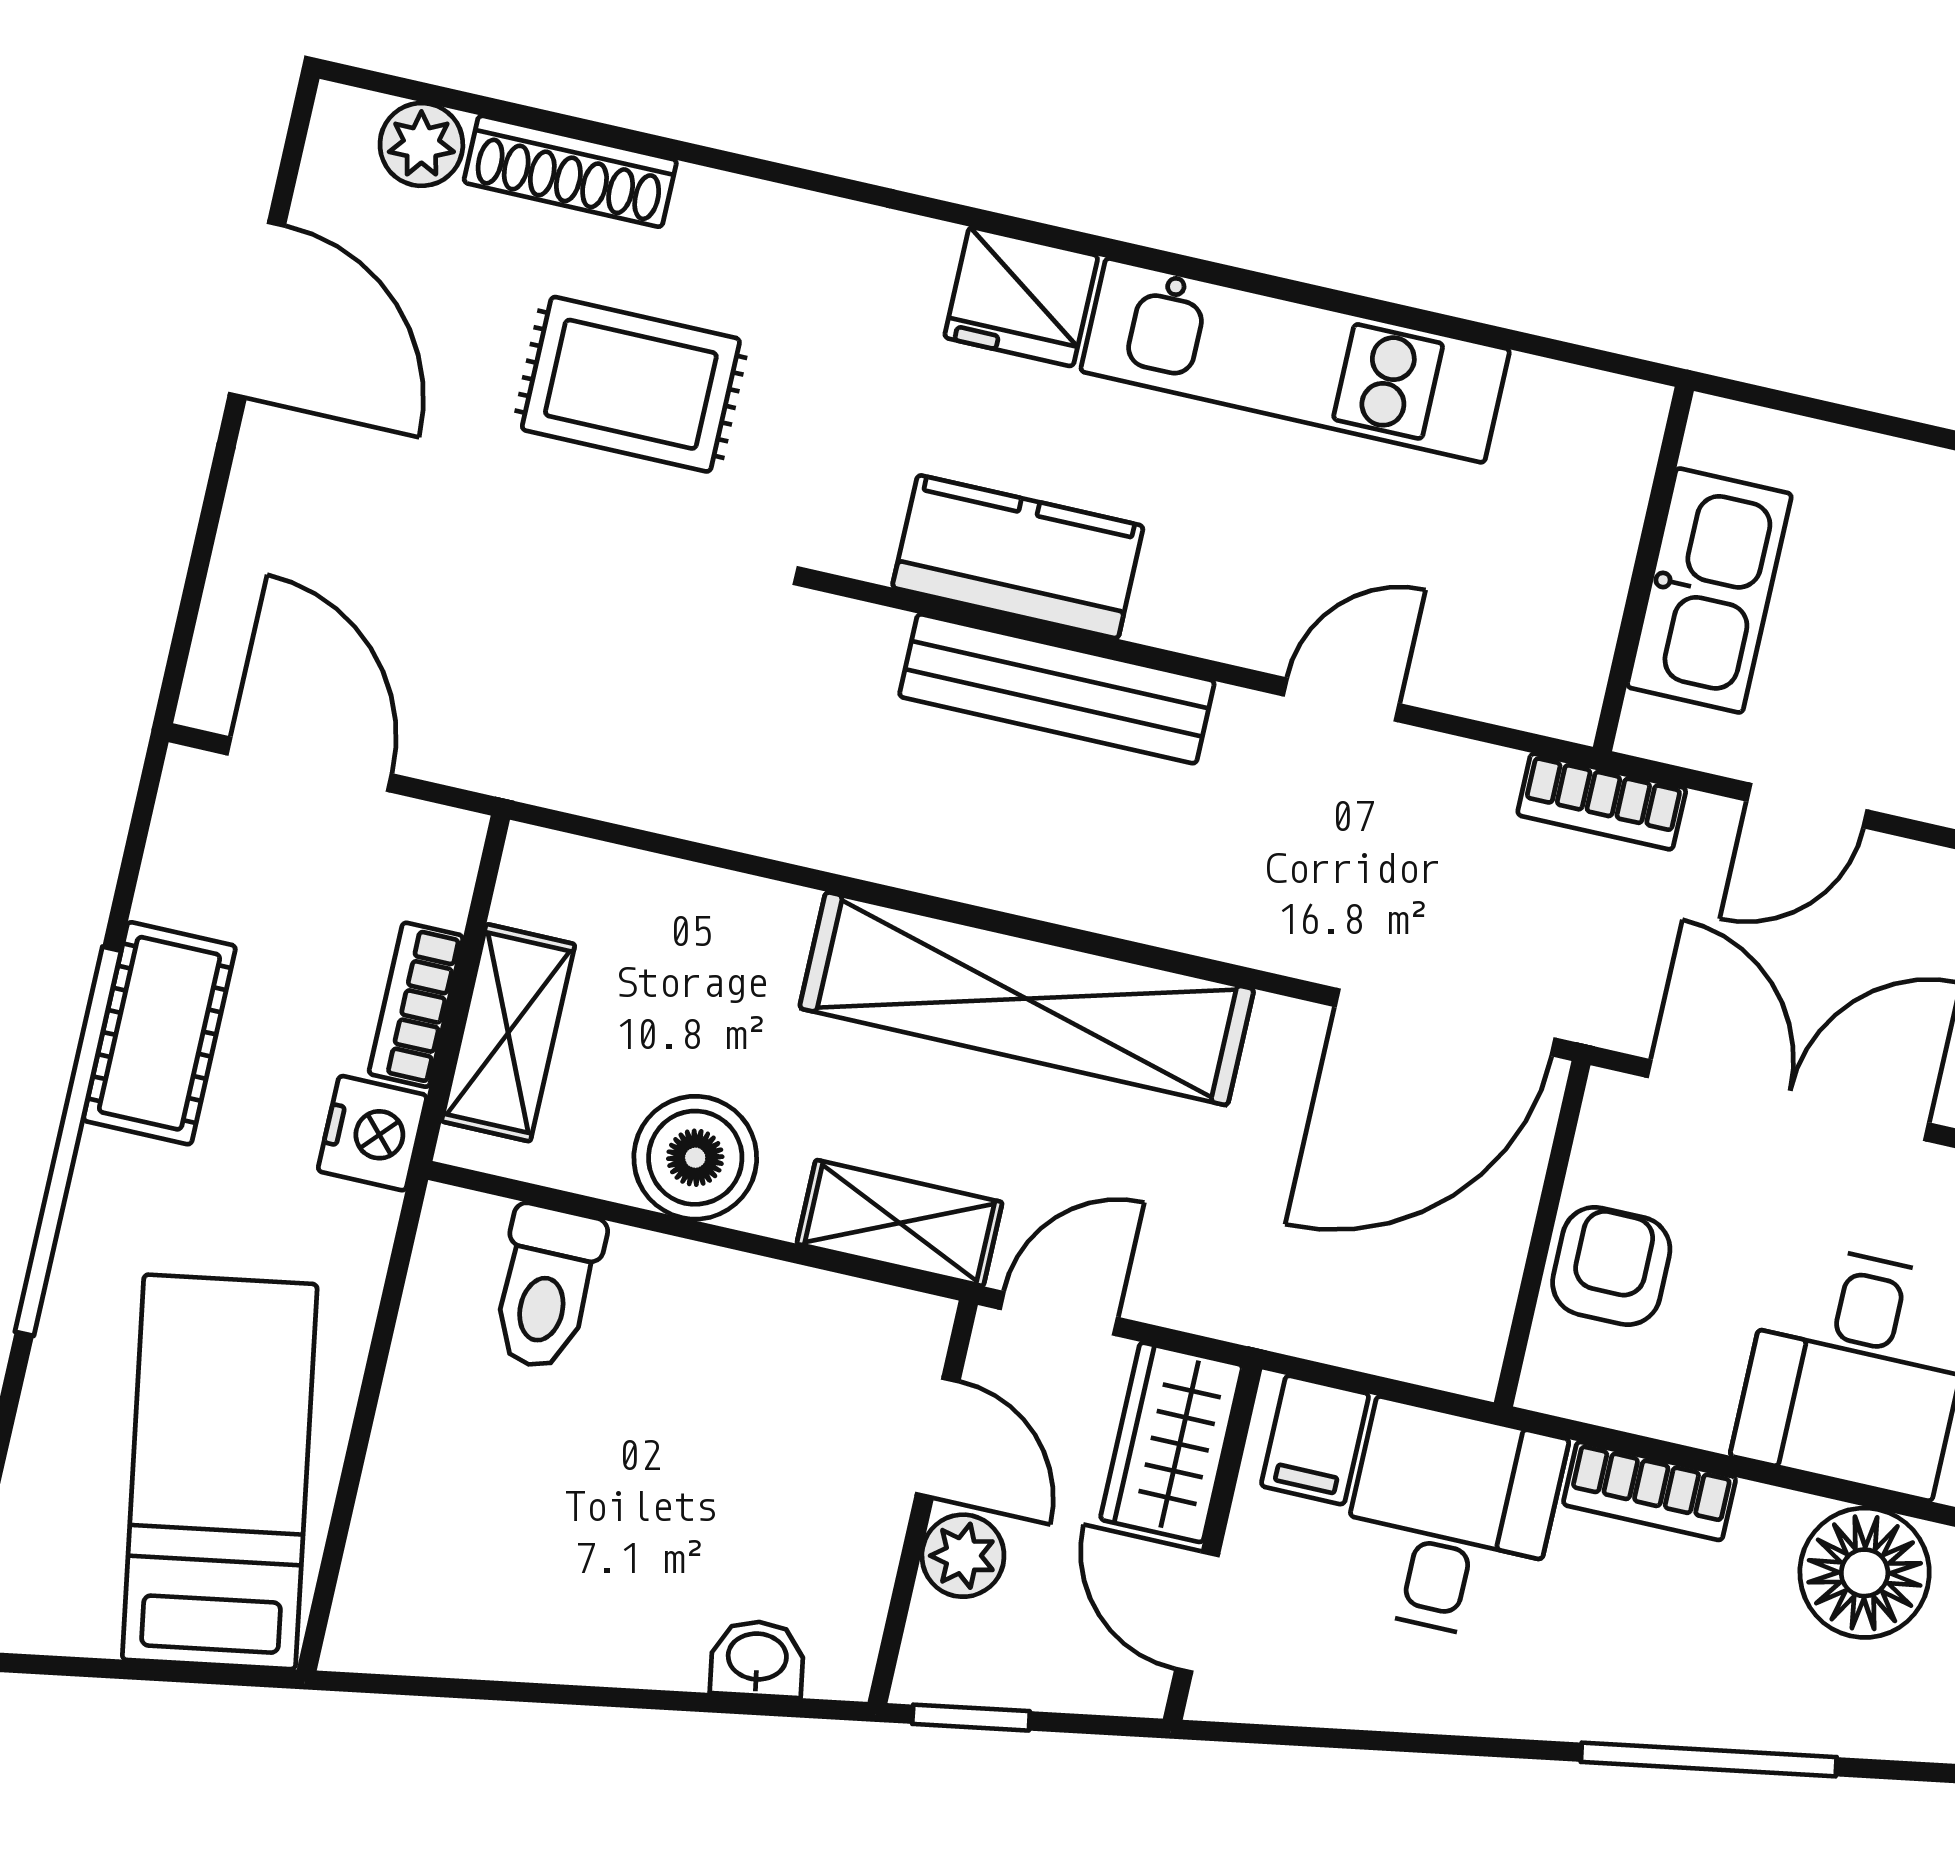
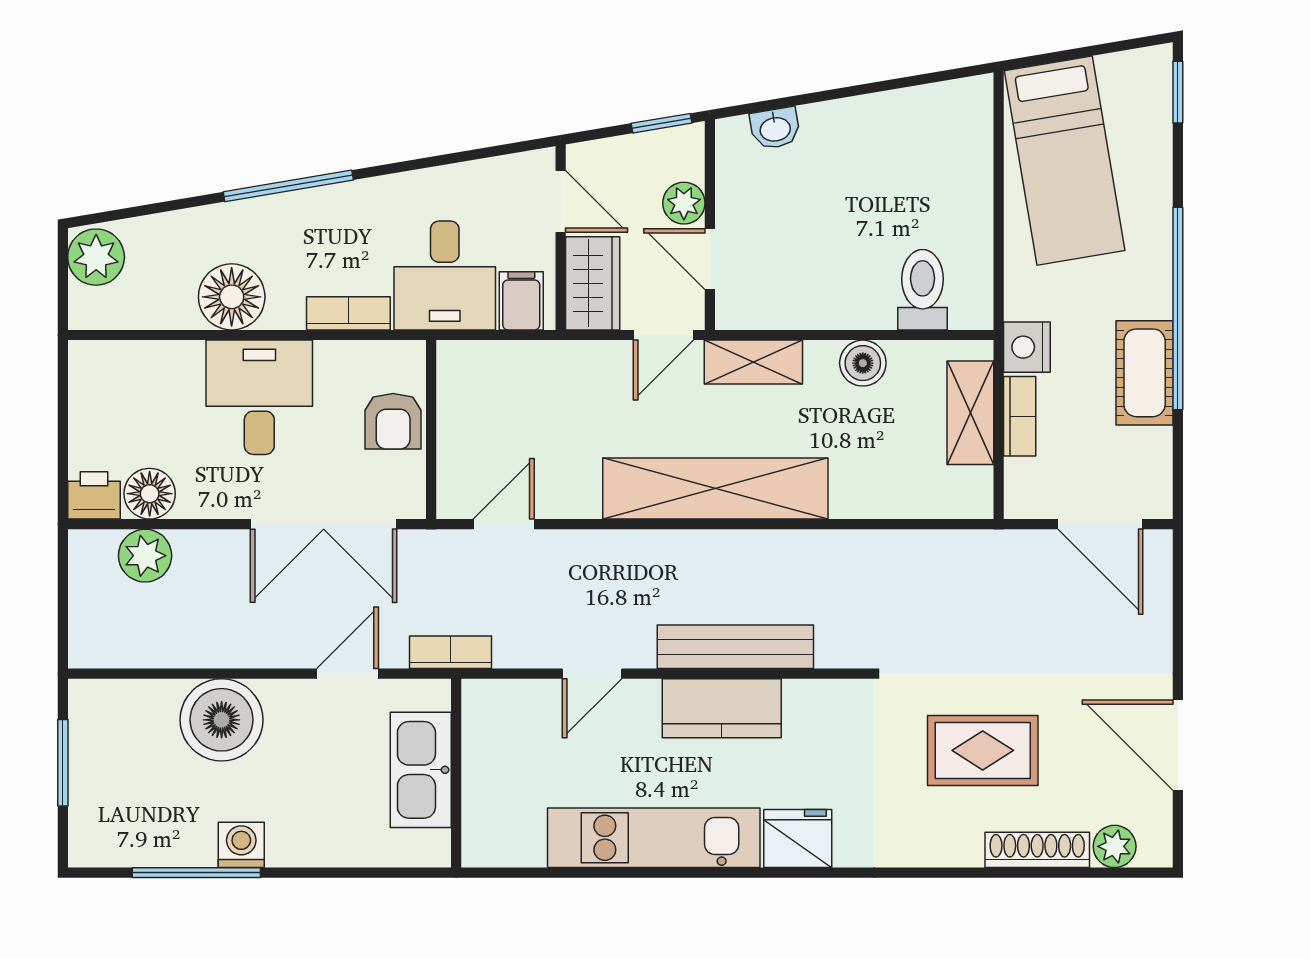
kitchen counter: (1018, 557) -> (722, 708), moved
door: (1445, 1022) -> (504, 524), width x0.53
boiler: (695, 1158) -> (863, 363), width x0.73, depth x0.73

